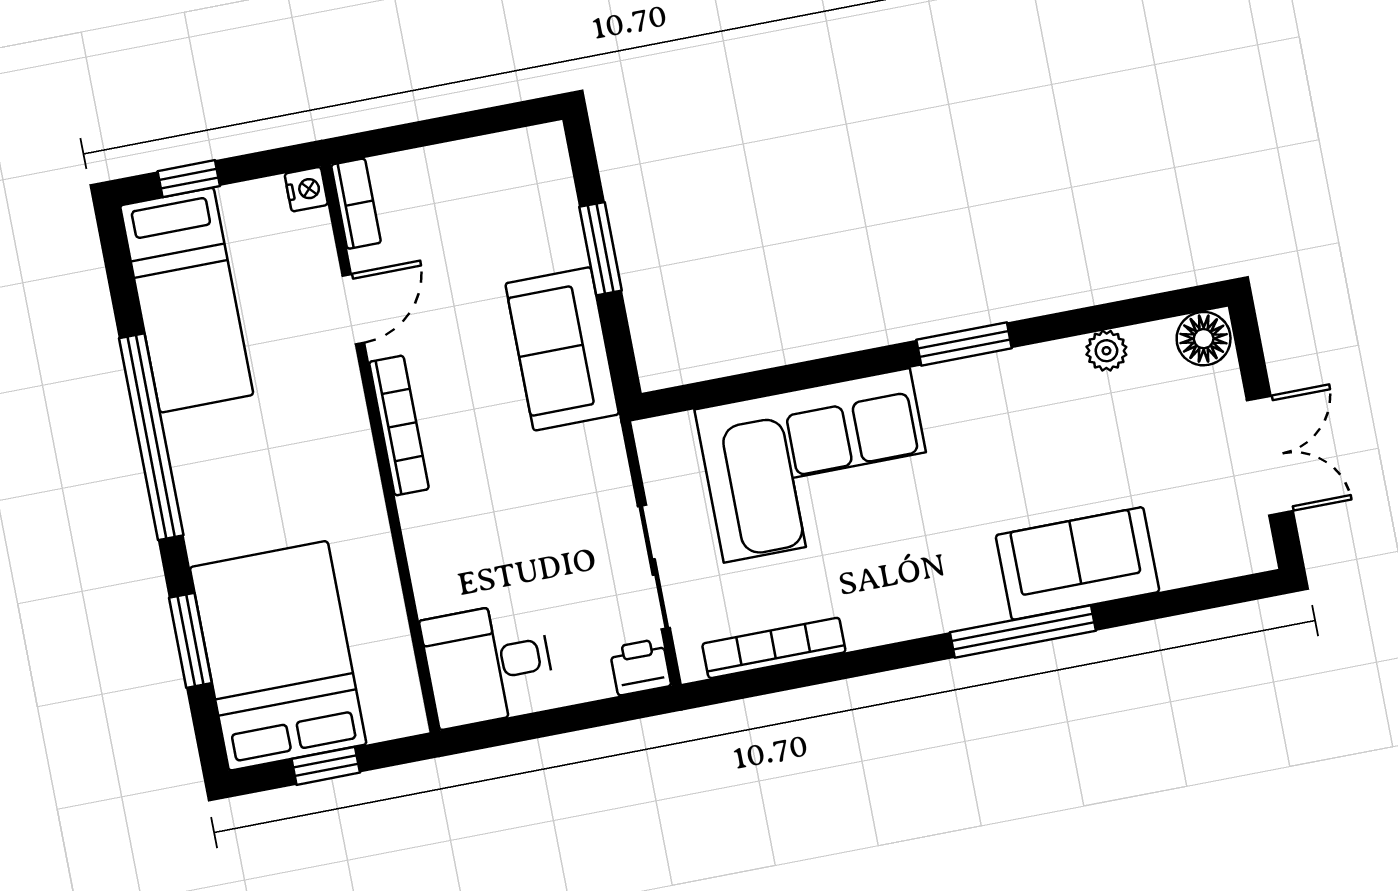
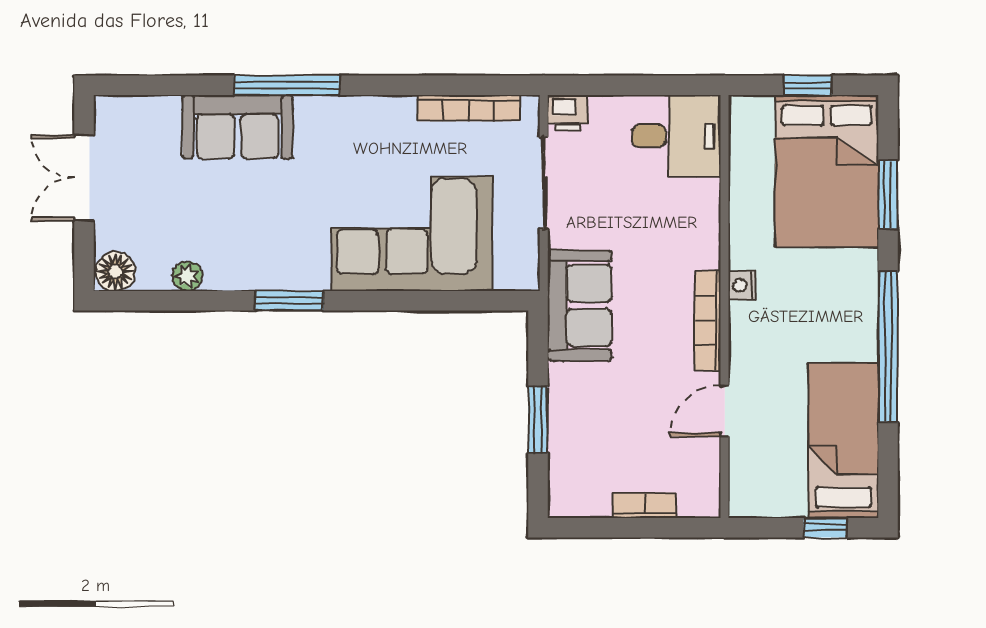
nightstand: (306, 189) -> (742, 286), moved
bookcase: (356, 204) -> (644, 505), moved, turned 90
sofa: (562, 349) -> (580, 305), moved

